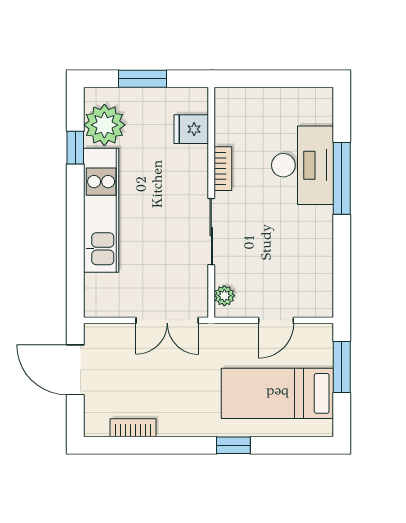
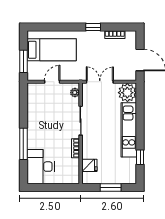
plant: (104, 125) -> (127, 93), moved
desk: (303, 165) -> (41, 167), moved
window: (233, 445) -> (93, 27), moved

